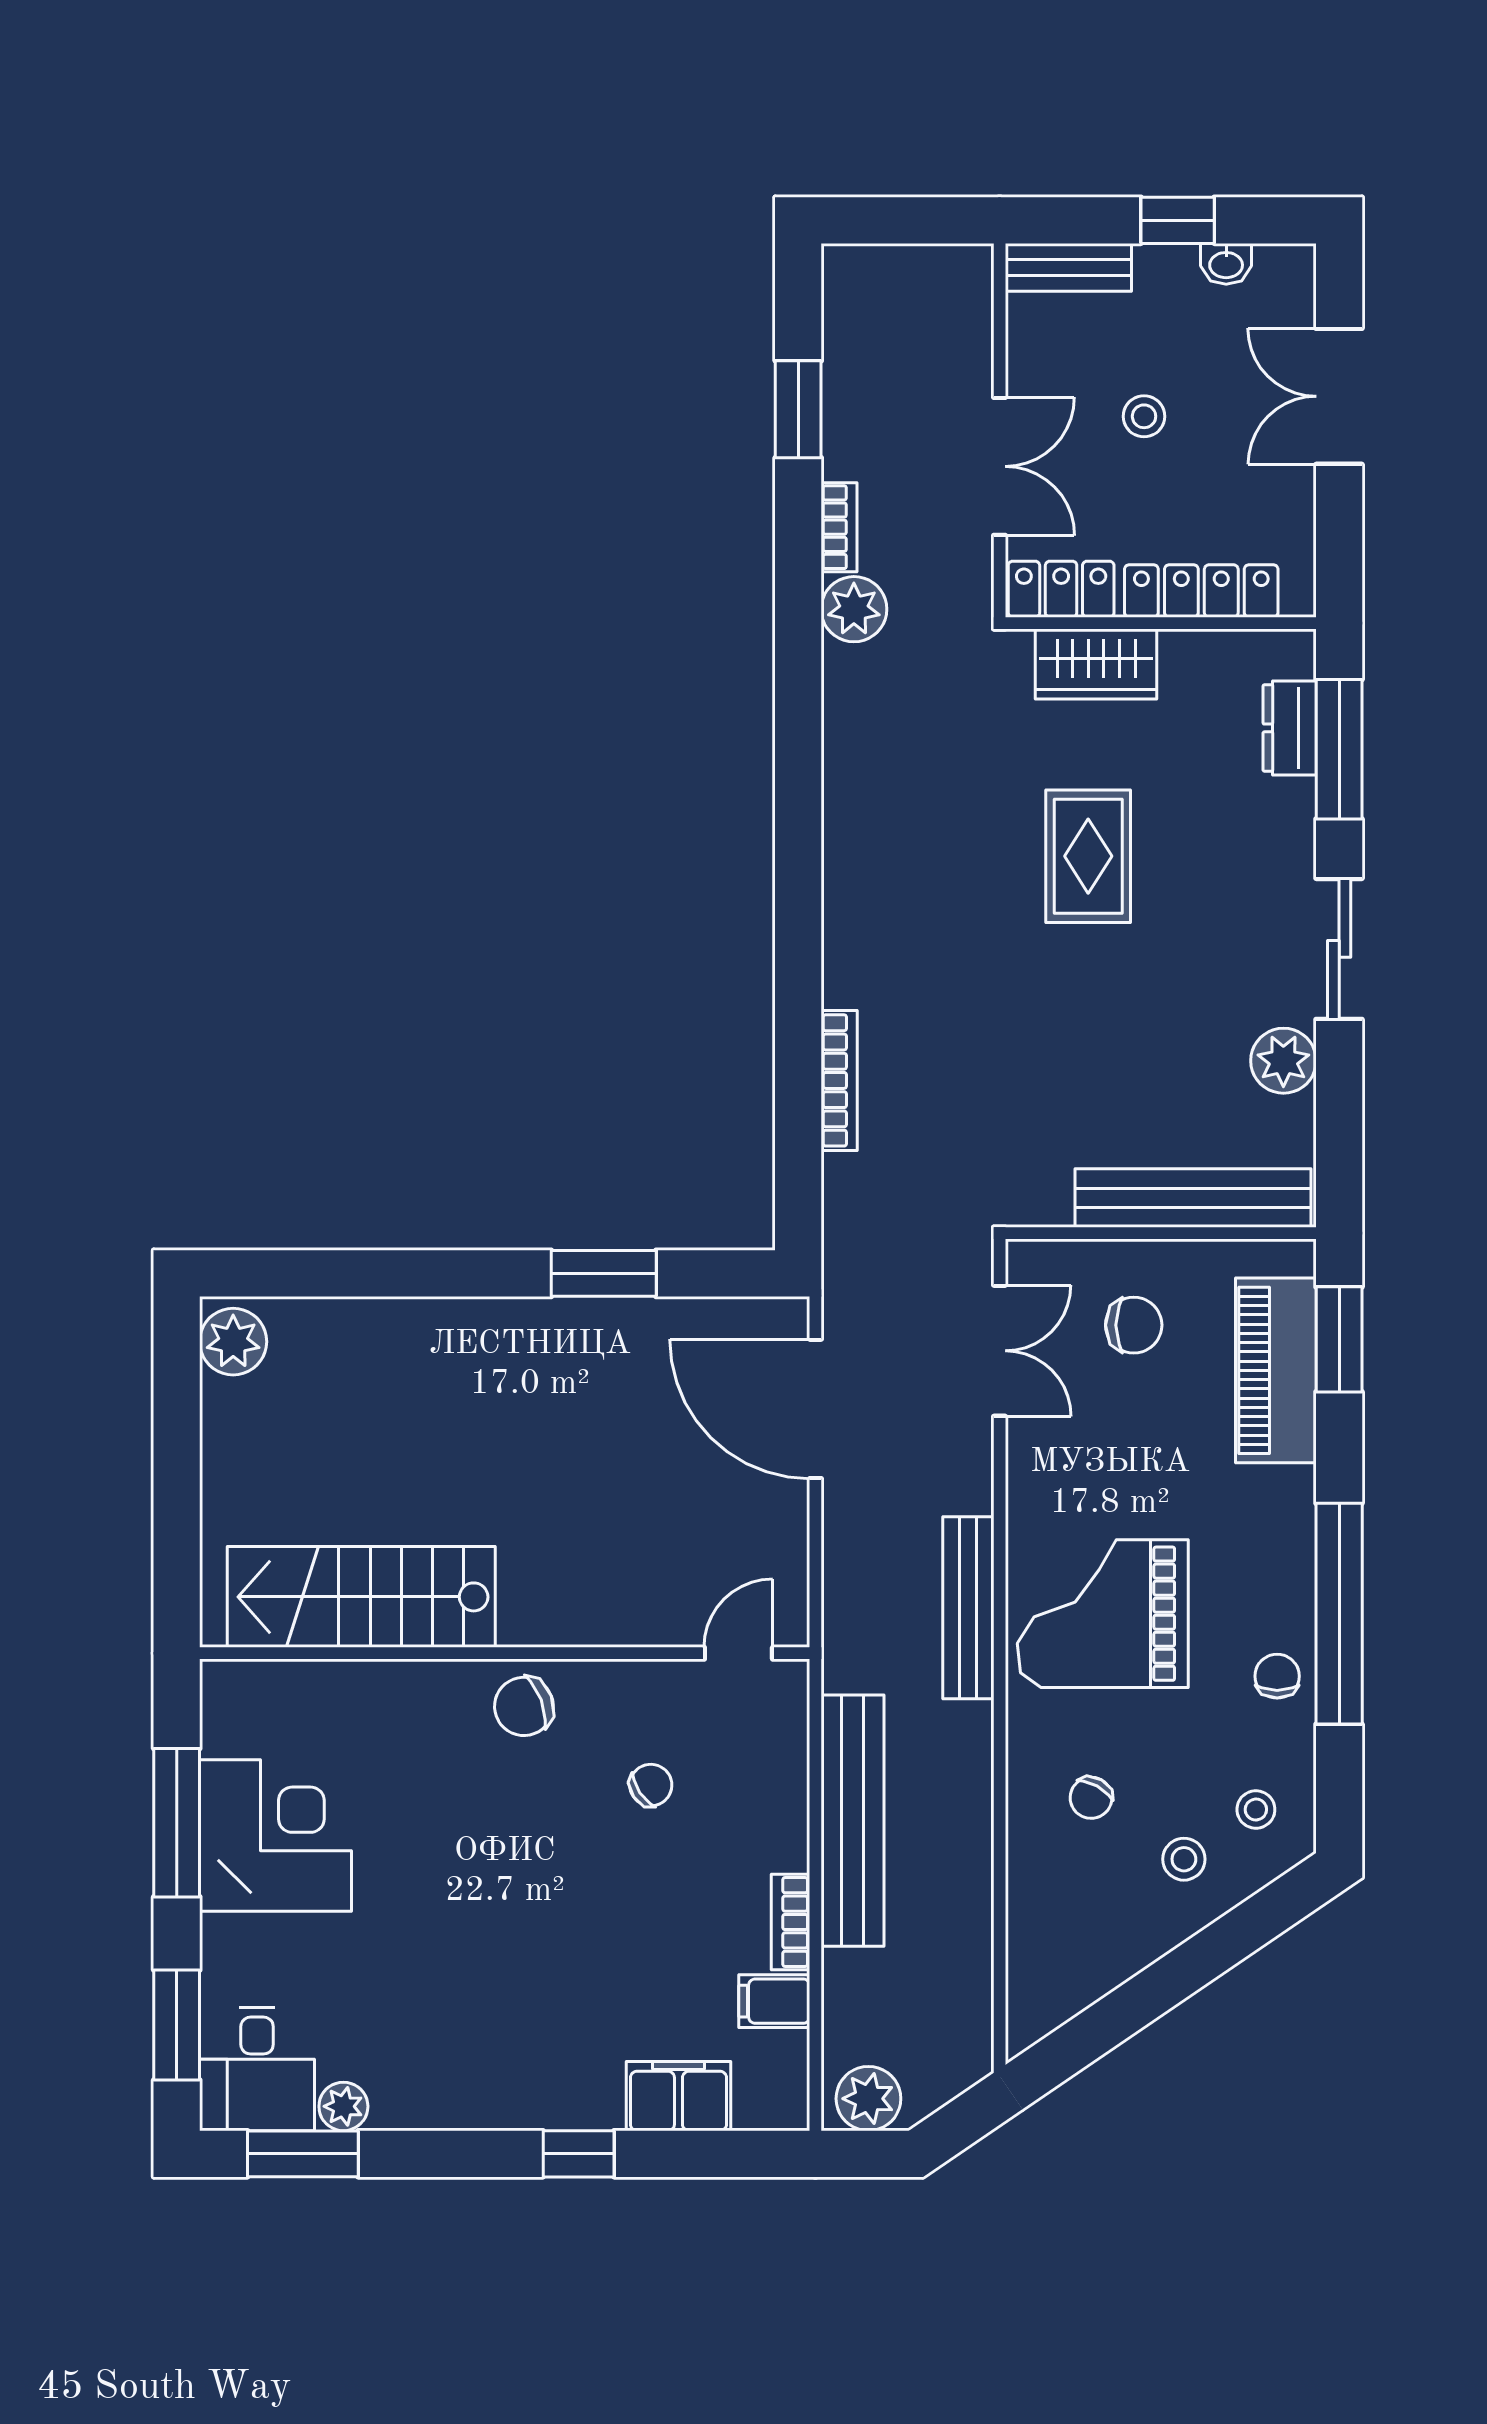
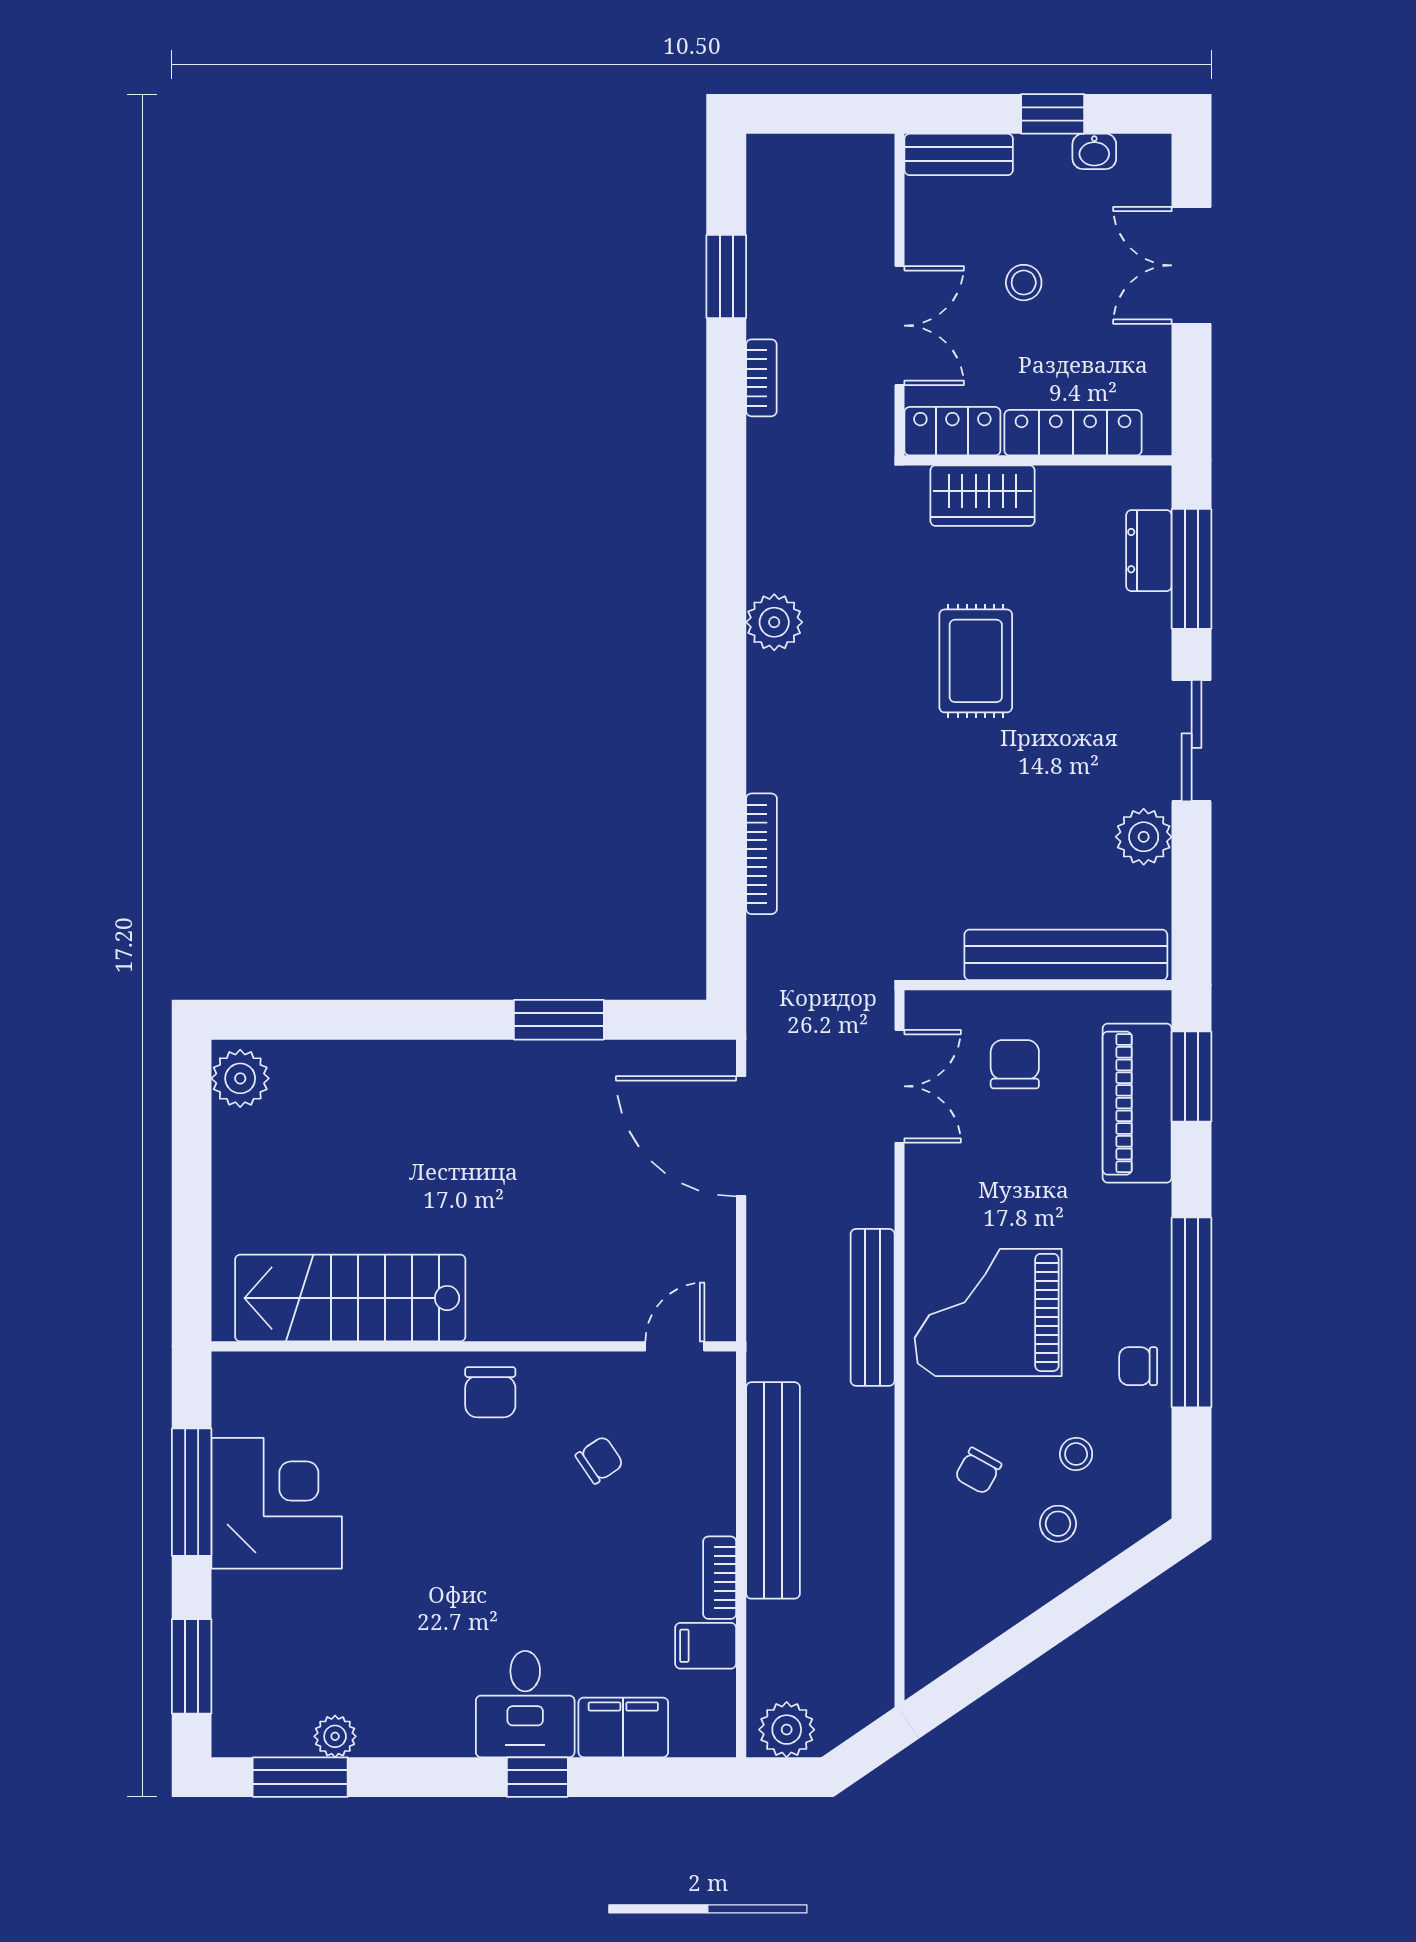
plant: (854, 609) -> (774, 622), moved
chair: (1134, 1325) -> (1015, 1064), turned -90
chair: (1277, 1676) -> (1138, 1366), turned -90
chair: (524, 1706) -> (490, 1392), turned -69
stool: (1256, 1810) -> (1076, 1454), moved
desk: (257, 2069) -> (525, 1704), moved

